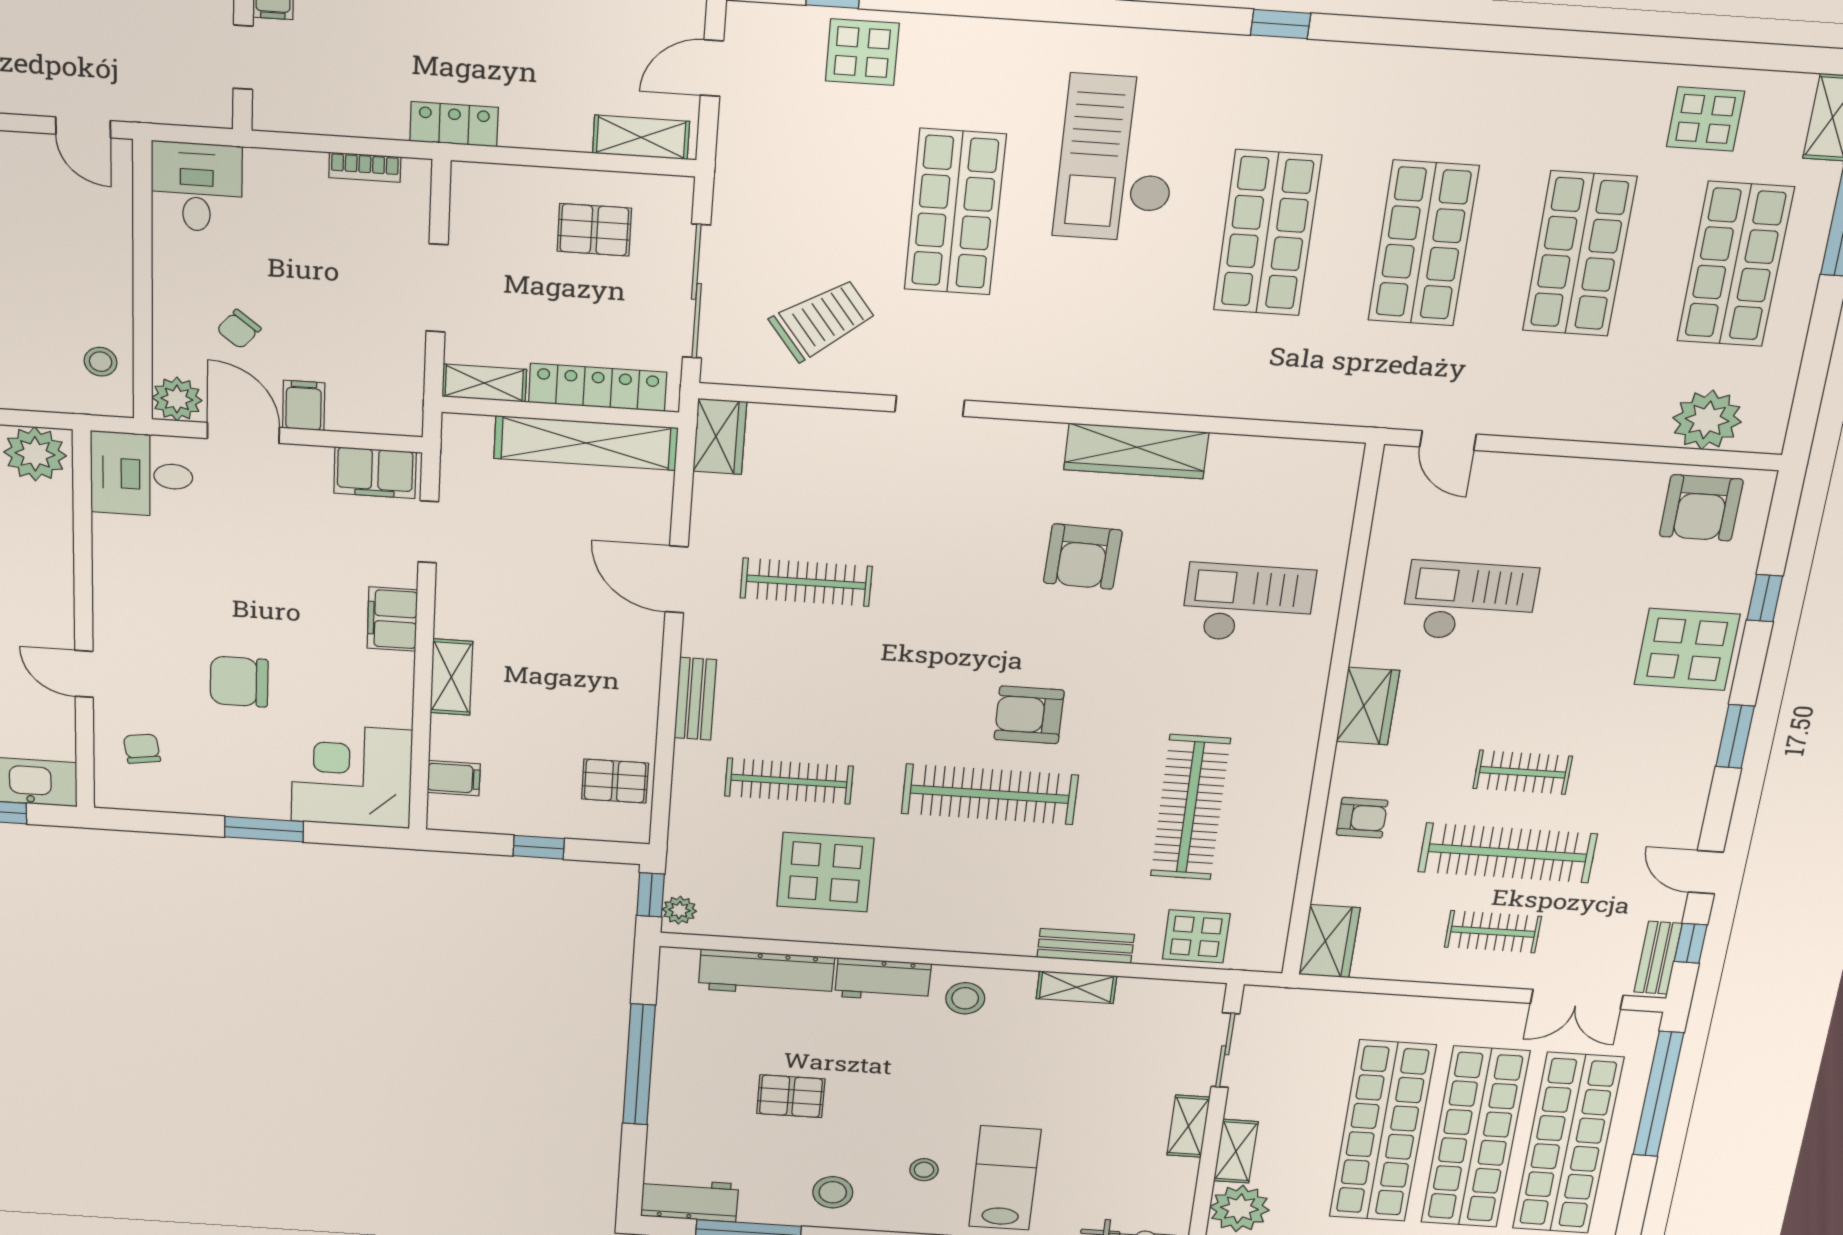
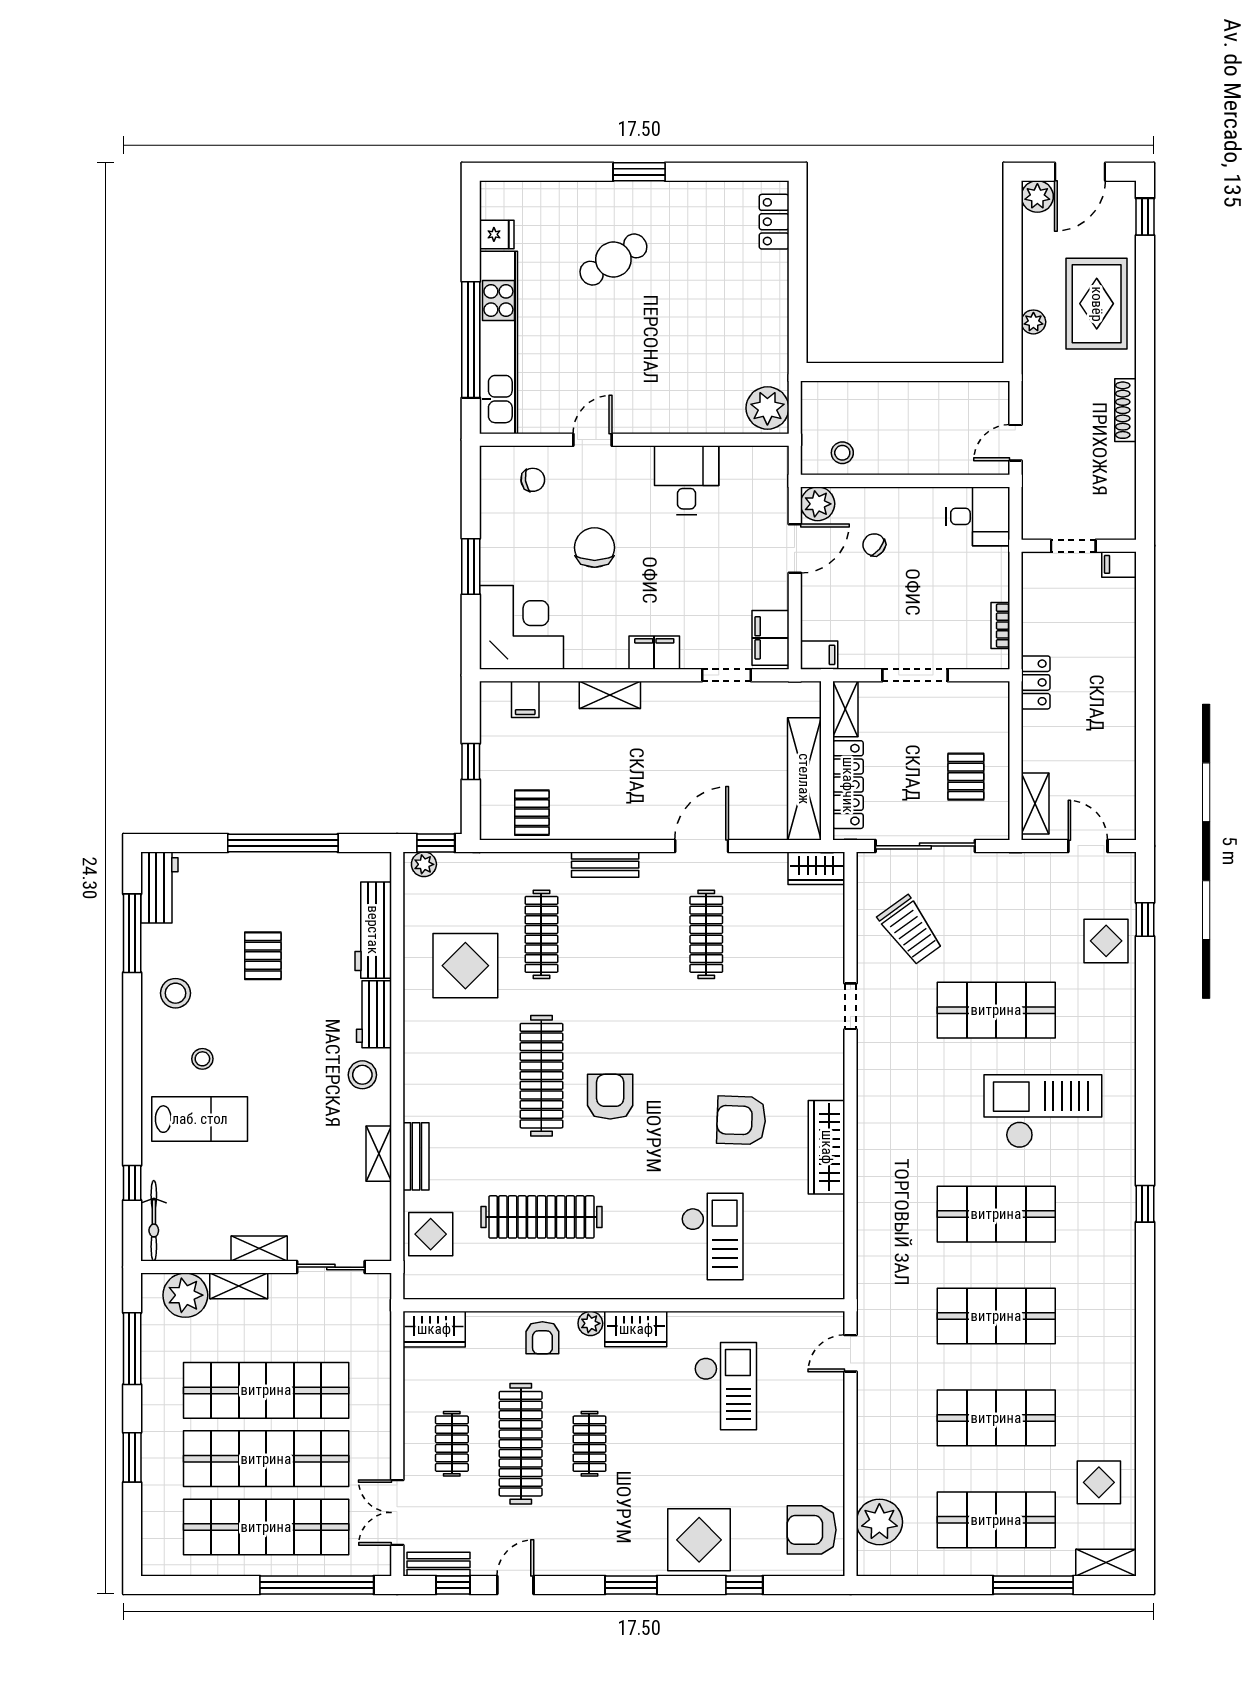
filing cabinet: (304, 405) -> (819, 655), moved
desk: (142, 475) -> (687, 480), moved
plant: (1351, 760) -> (590, 1323), added

